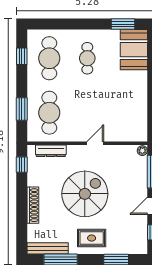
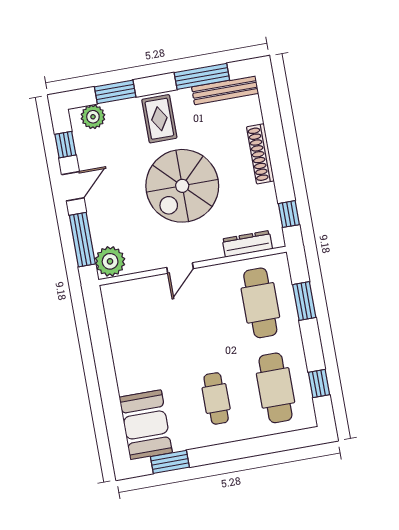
plant: (142, 151) -> (110, 261), width x1.87, depth x1.87
rug: (92, 238) -> (159, 119), turned 90
plant: (133, 247) -> (93, 117), added

